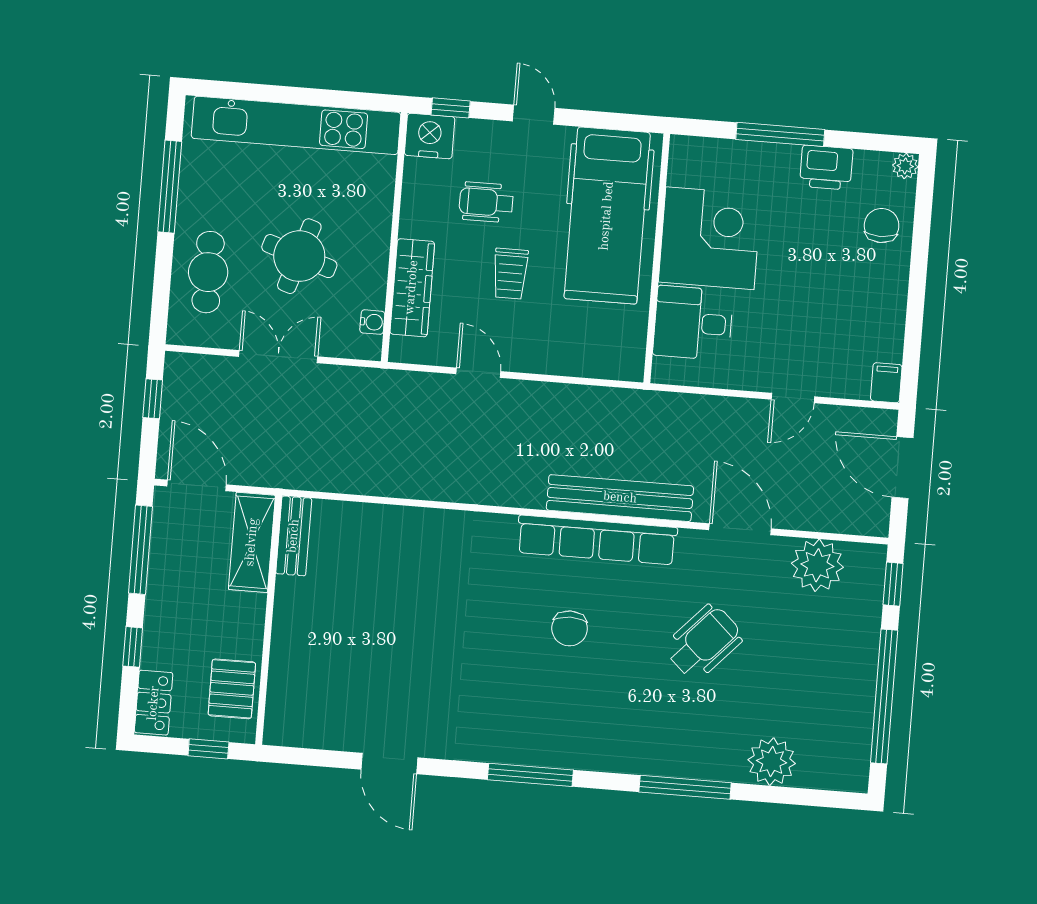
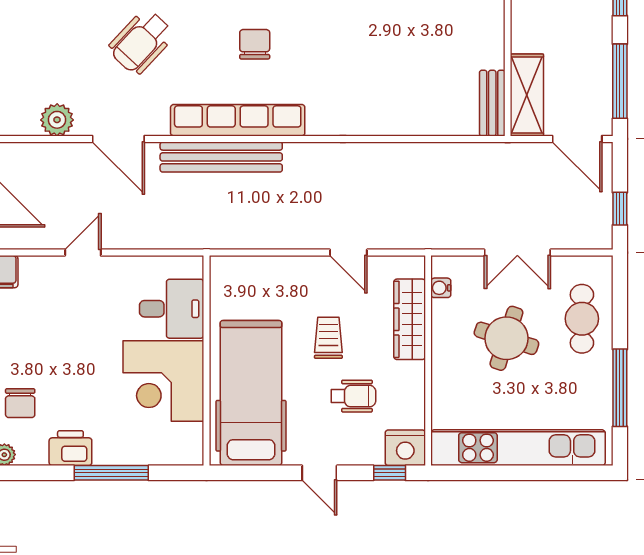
plant: (817, 565) -> (57, 120), width x0.73, depth x0.73

